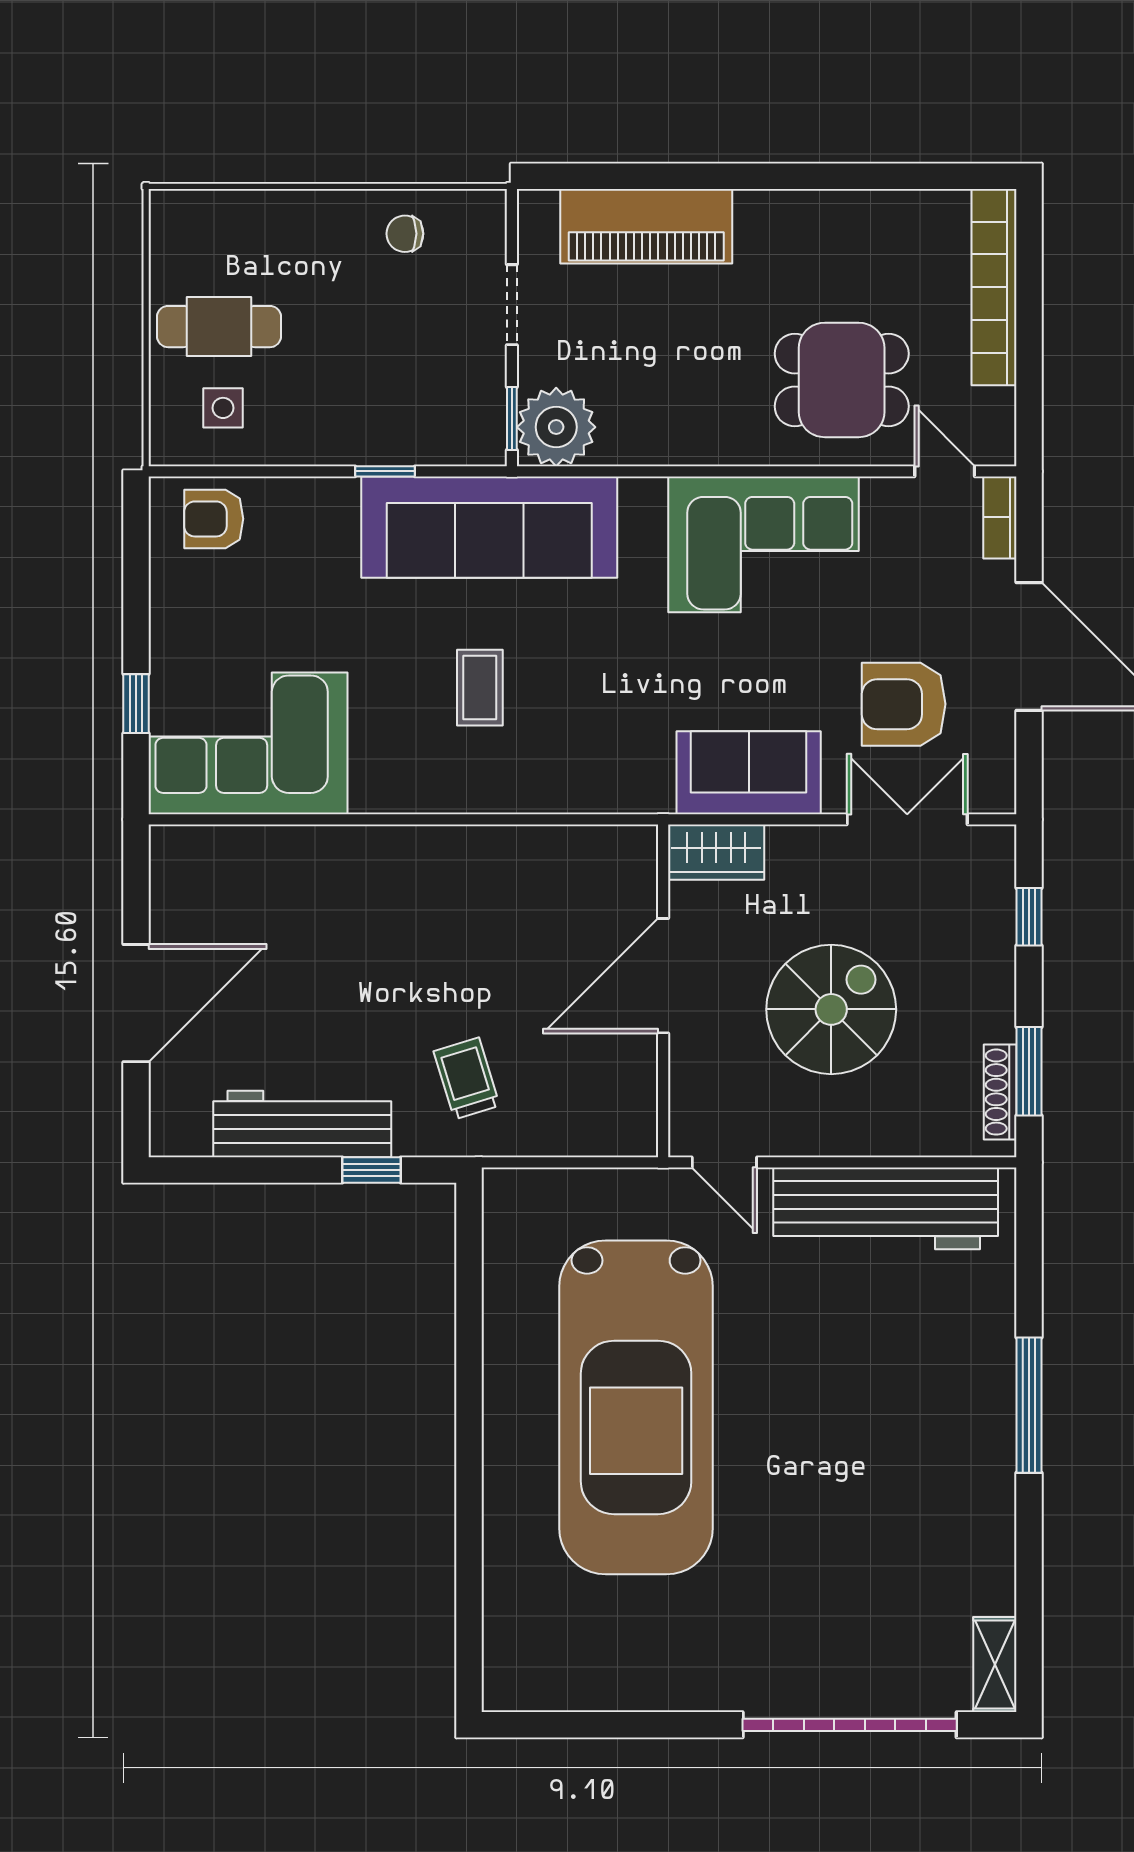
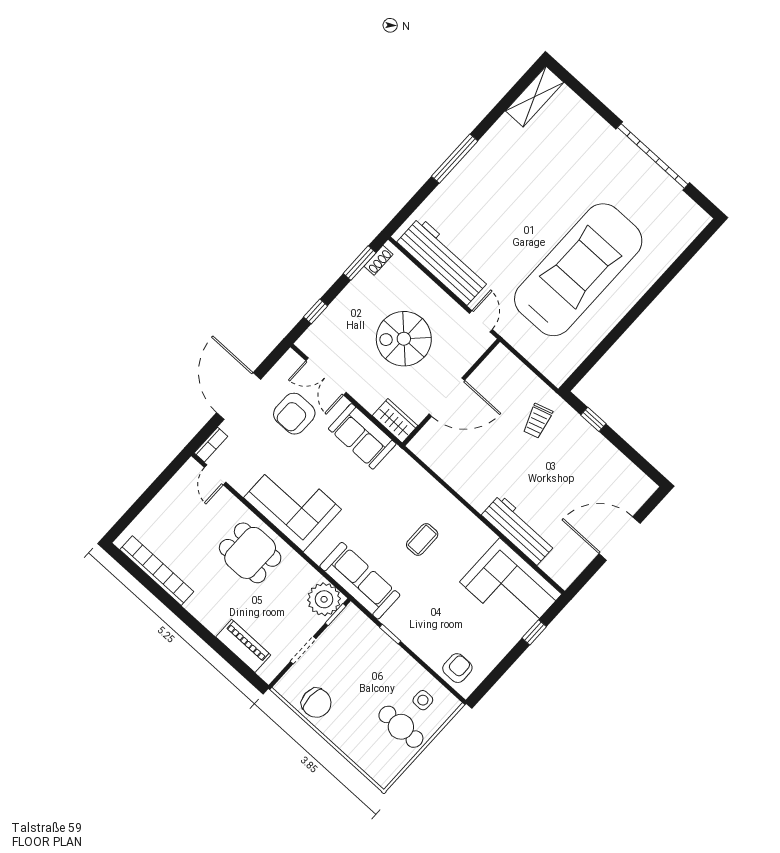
piano: (646, 226) -> (243, 646), width x0.73, depth x0.75
chair: (405, 234) -> (316, 703), width x1.87, depth x1.87
bookcase: (994, 287) -> (157, 571), moved, turned -90
dining table: (842, 380) -> (250, 553), moved
armchair: (214, 519) -> (457, 668), turned -90
sofa: (489, 527) -> (360, 581), width x0.74, depth x0.79
armchair: (904, 704) -> (294, 414), turned 90
shoe rack: (1000, 1092) -> (379, 260), width x0.70
workbench: (302, 1124) -> (519, 530), moved, turned 180
shelving: (995, 1665) -> (535, 97), width x1.50, depth x1.33
garage door: (850, 1725) -> (653, 156), moved

